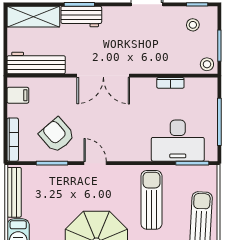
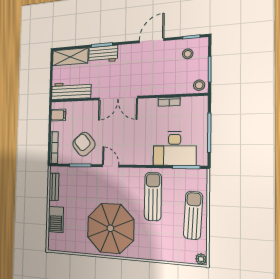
bench: (14, 192) -> (54, 187), width x0.73

